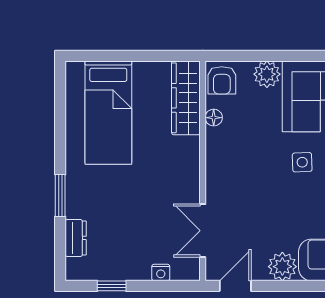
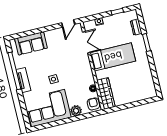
bed: (108, 113) -> (113, 57), moved, turned 90
plant: (282, 267) -> (51, 36), removed

